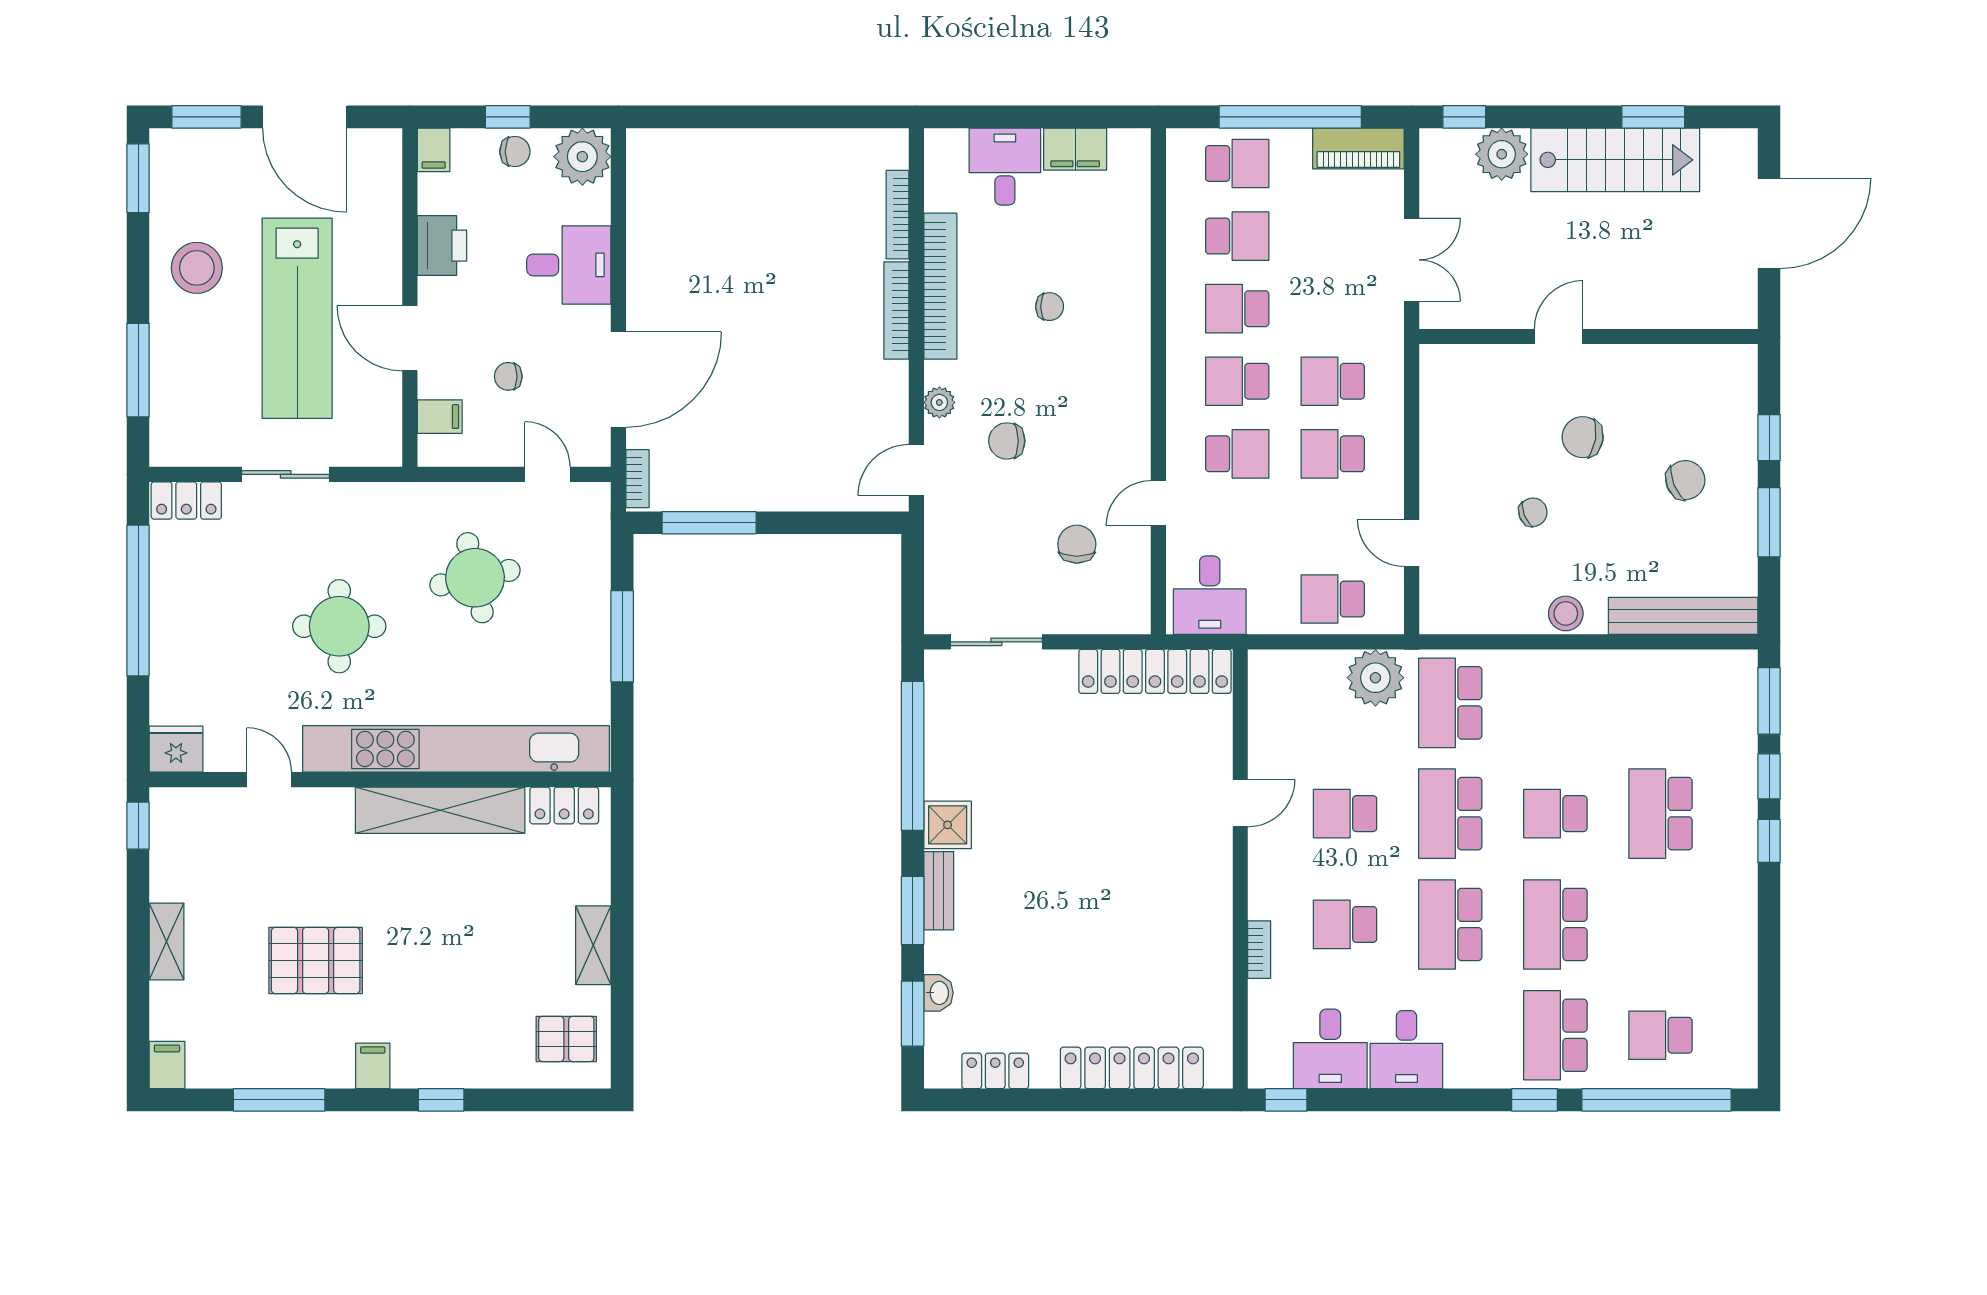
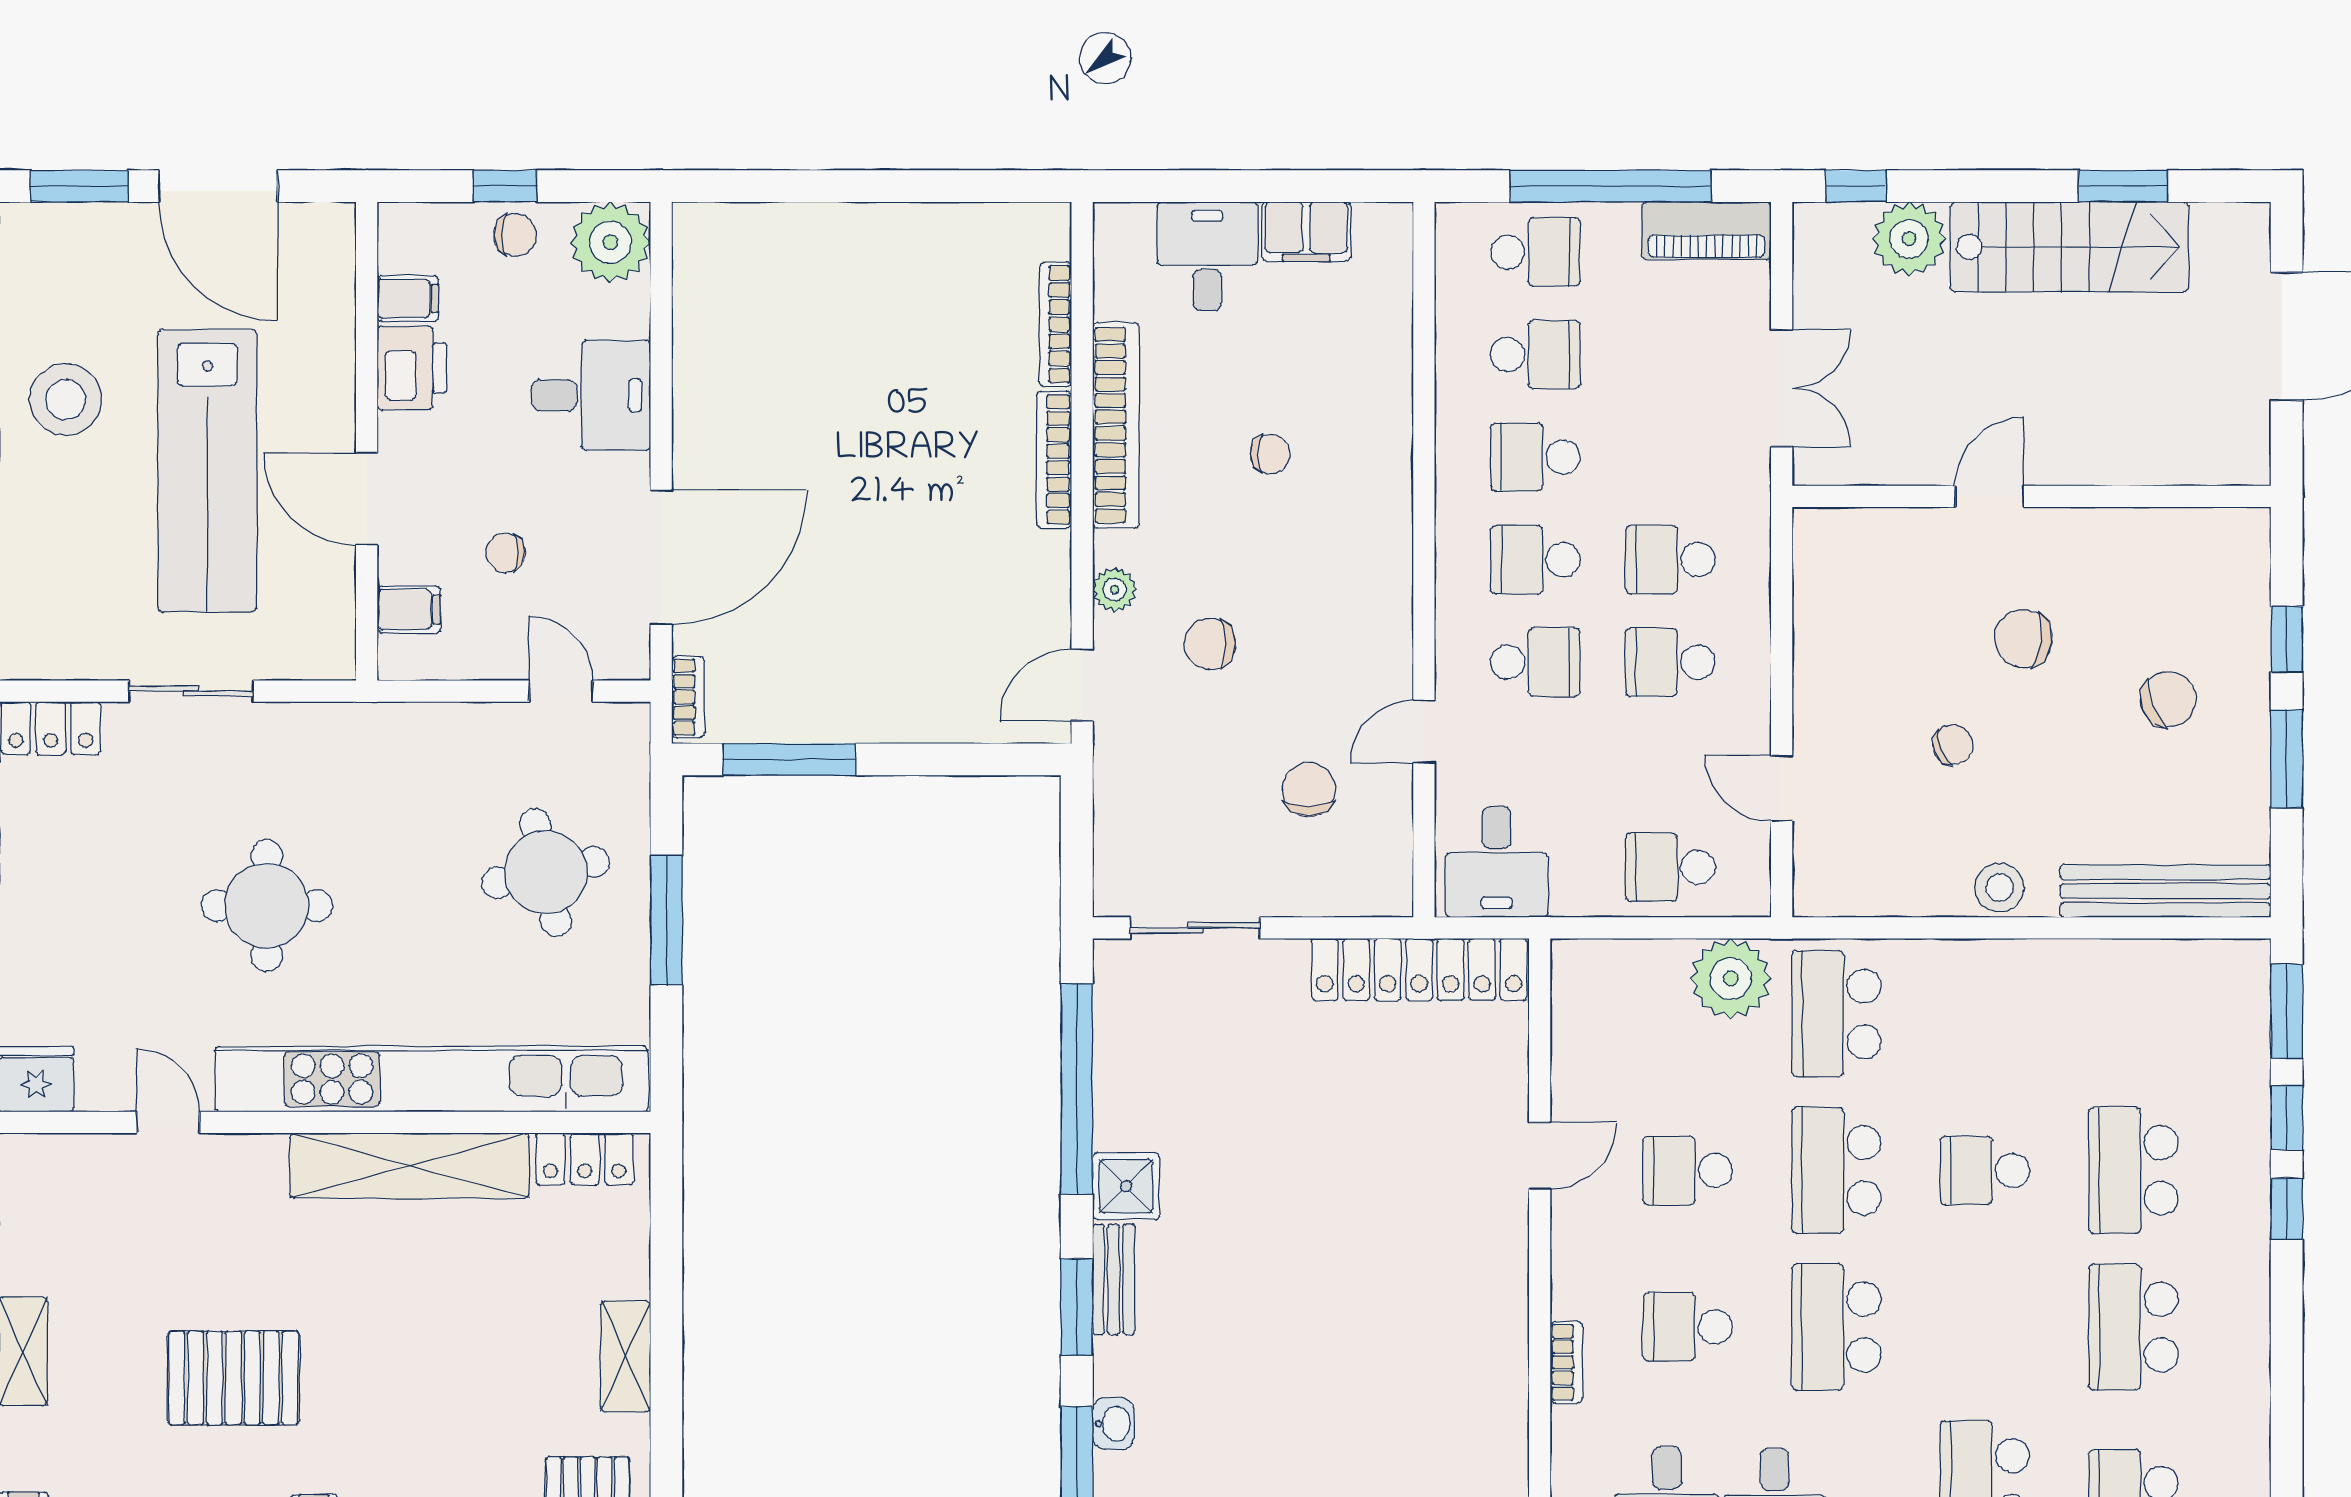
filing cabinet: (434, 150) -> (408, 298), moved, turned -90
round table: (475, 578) -> (546, 872), moved
school desk: (1555, 924) -> (2133, 1327), moved

